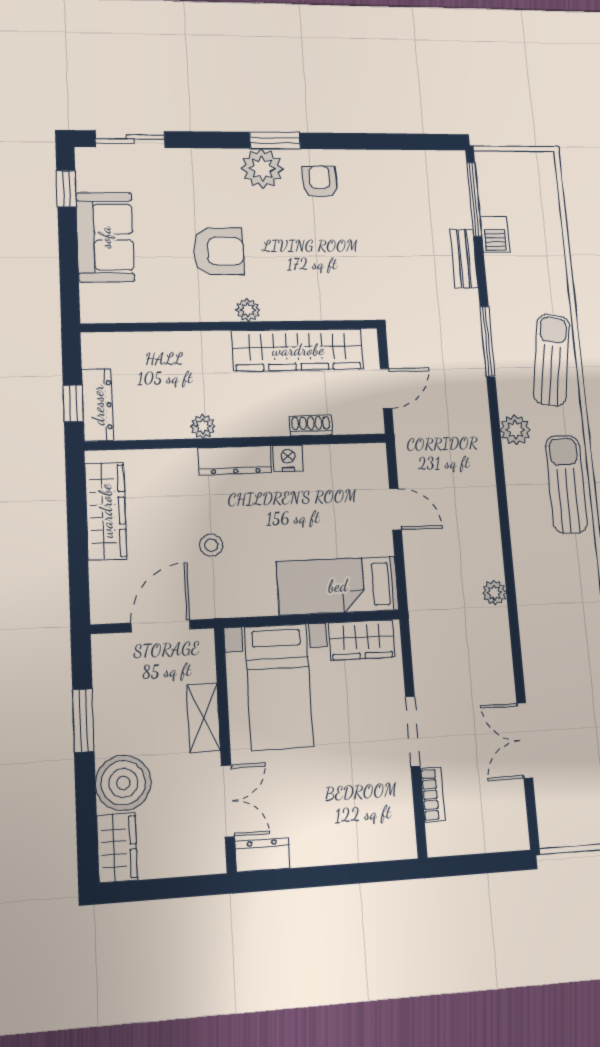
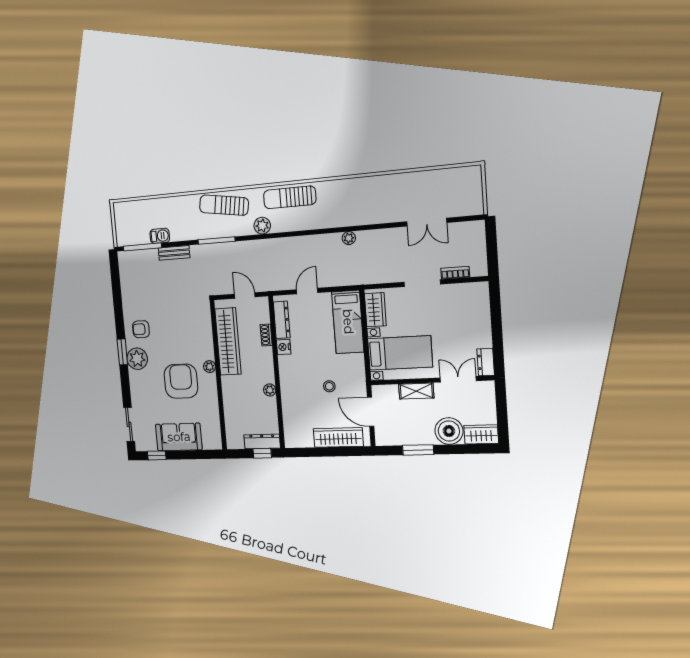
armchair: (219, 251) -> (181, 381), width x1.36, depth x1.36
dresser: (235, 460) -> (282, 320), moved
wardrobe: (106, 511) -> (338, 437), moved

